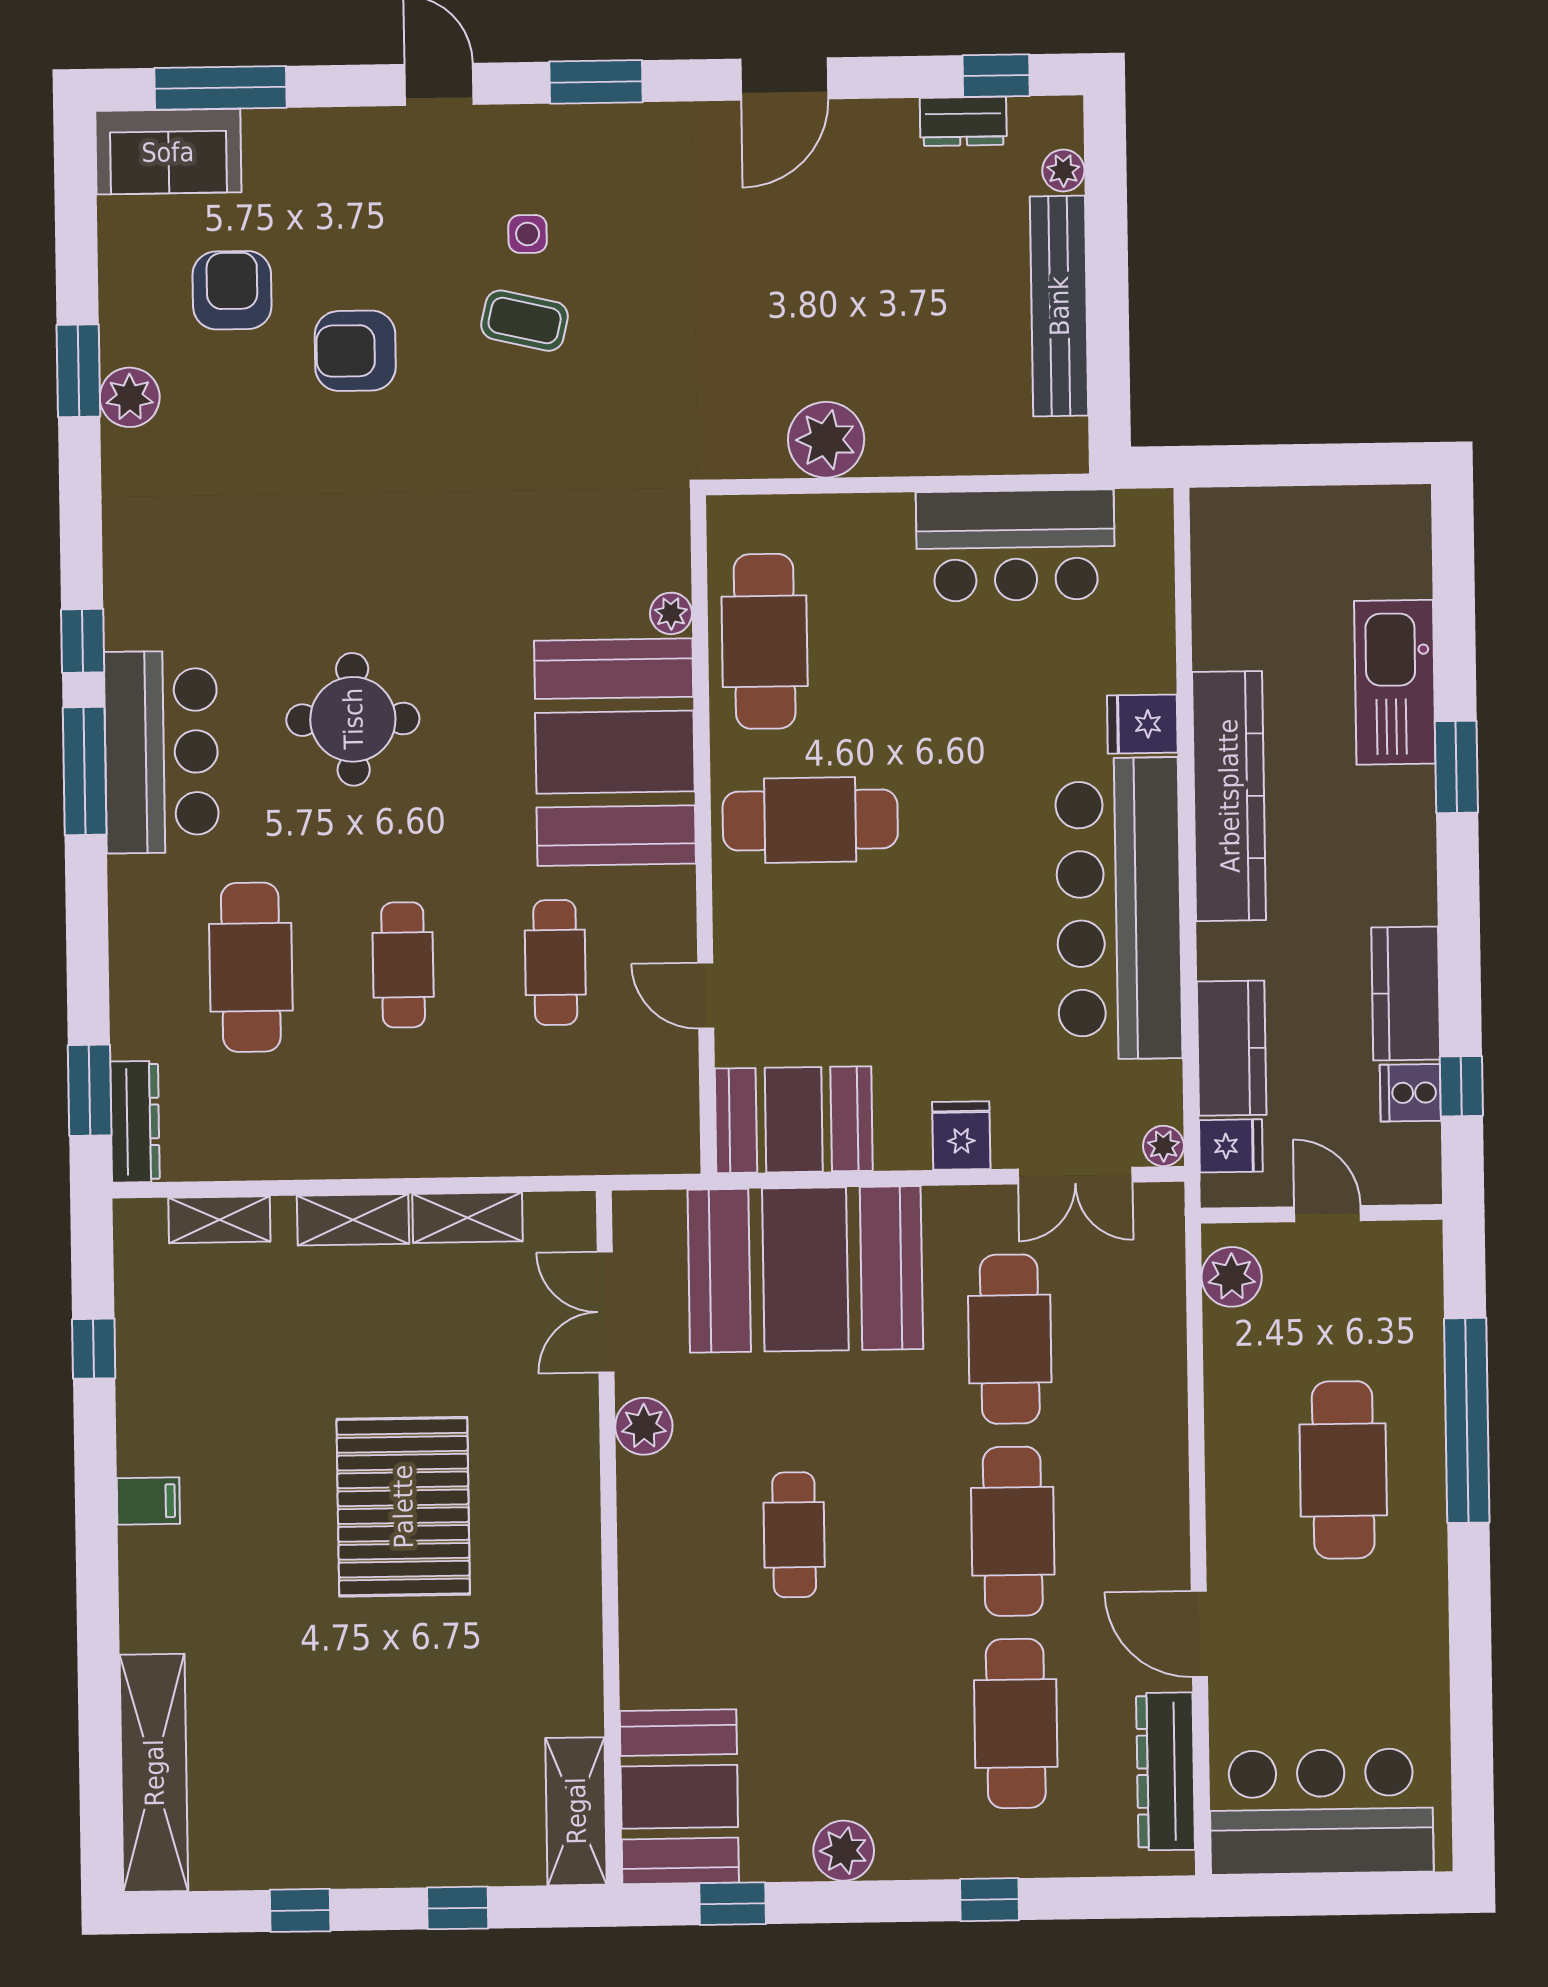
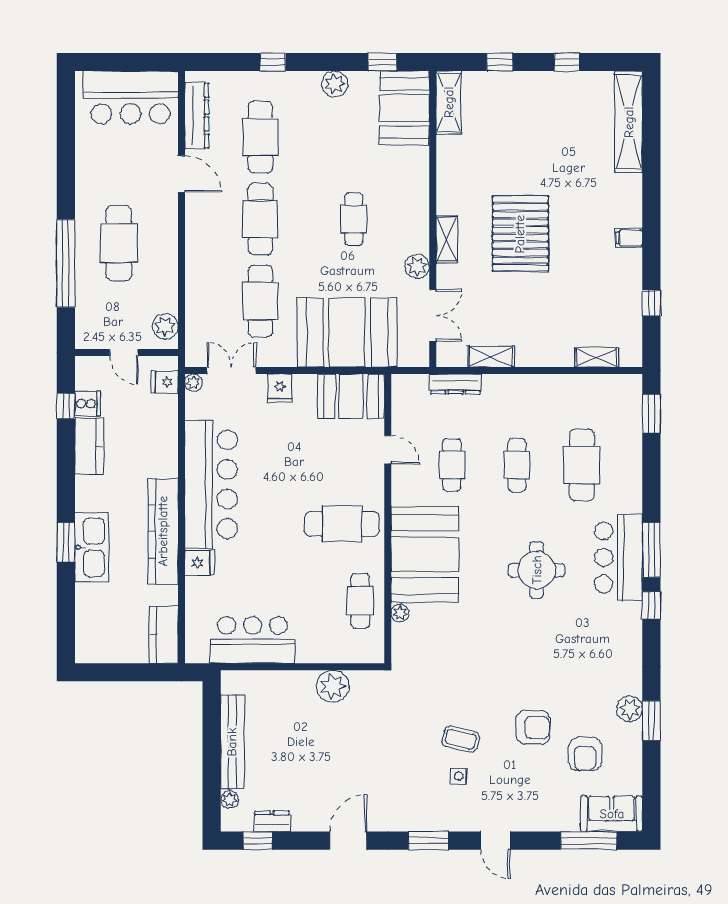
cafe table: (765, 641) -> (360, 601), width x0.73, depth x0.74
kitchen sink: (1395, 682) -> (92, 547), moved
kitchen counter: (1232, 1048) -> (164, 635), moved
dresser: (135, 1122) -> (455, 384), moved, turned -90
shelving: (353, 1220) -> (447, 239), moved, turned 90

